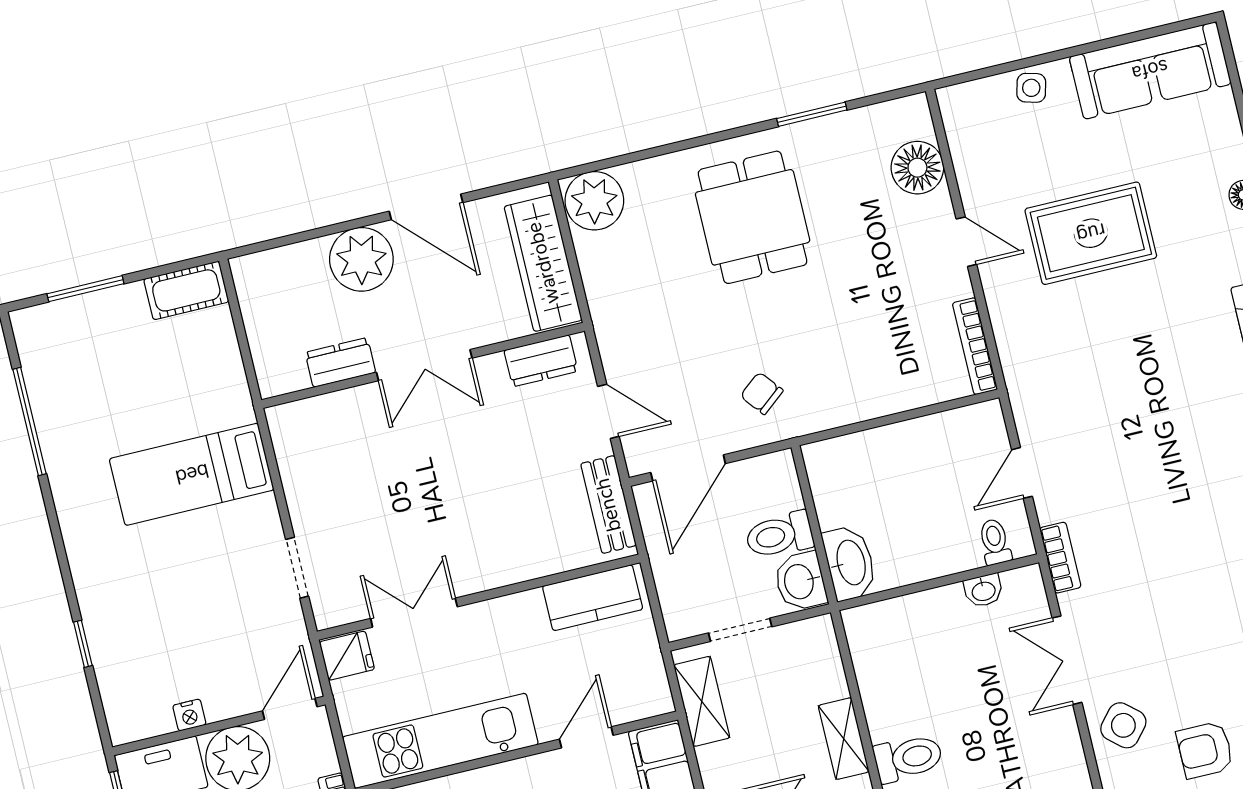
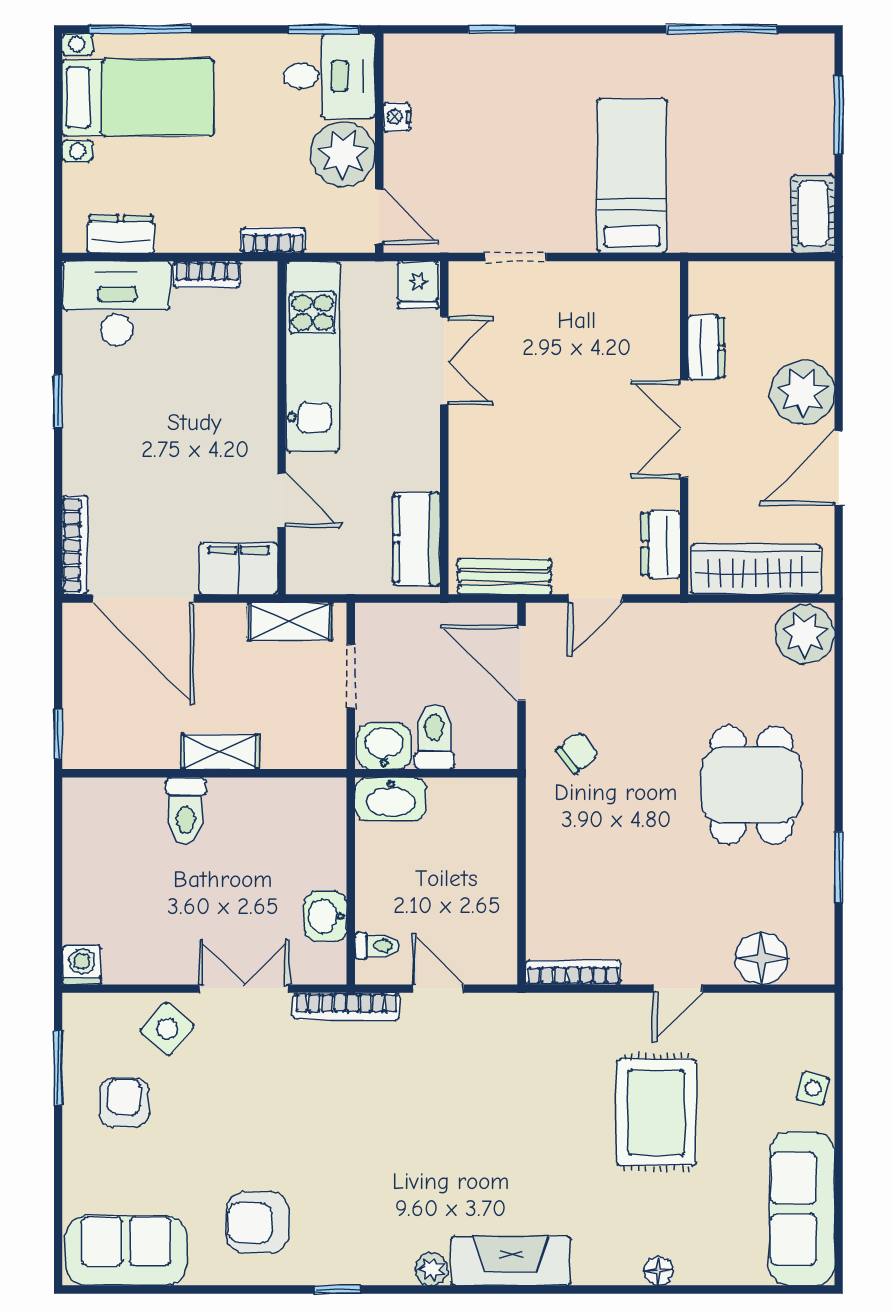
dining table: (753, 217) -> (752, 785), turned 90
bookcase: (1060, 558) -> (346, 1006), width x1.56
washbasin: (983, 591) -> (326, 916), width x1.38, depth x1.45

